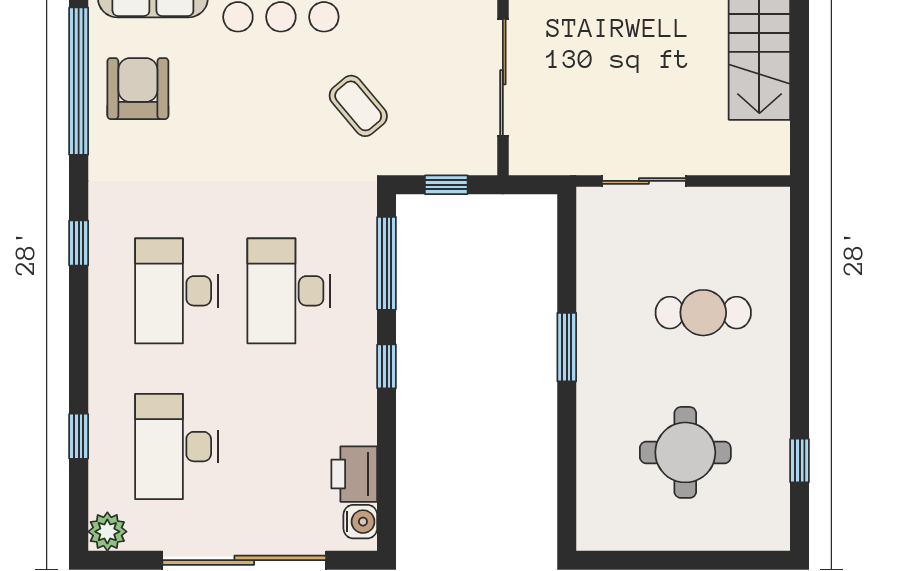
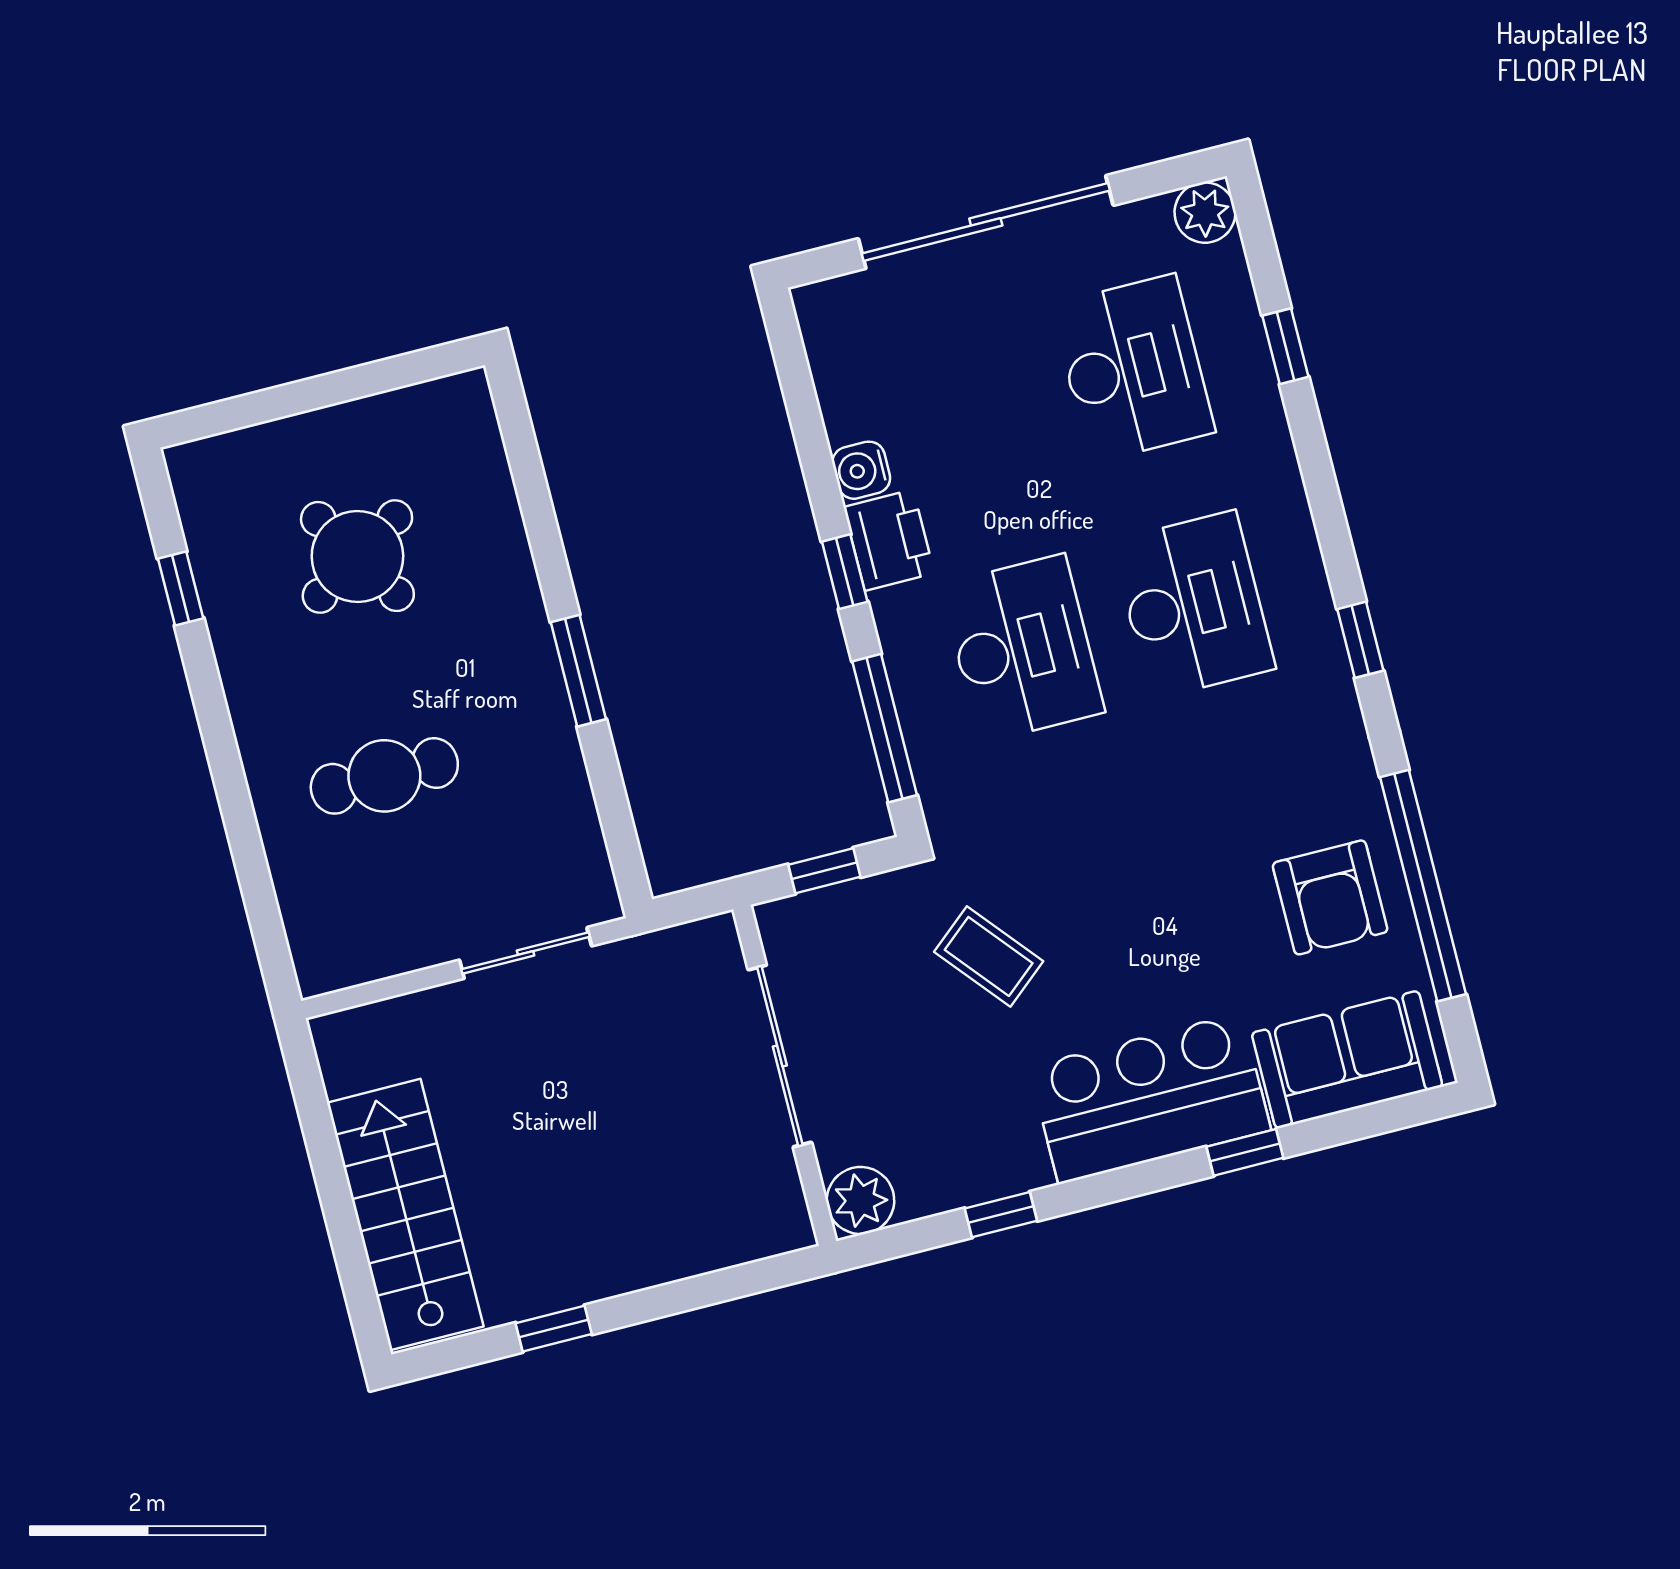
round table: (685, 452) -> (357, 557), turned -32
printer: (354, 474) -> (889, 540), moved
water cooler: (360, 522) -> (861, 470), moved

